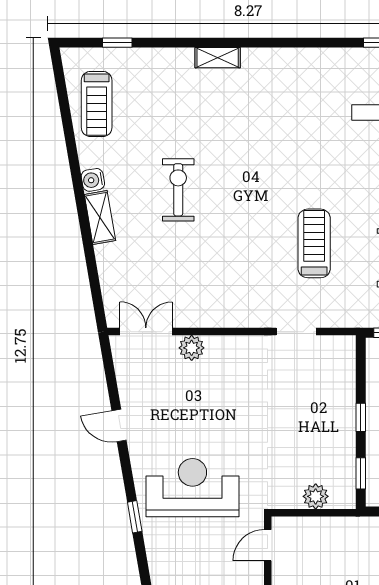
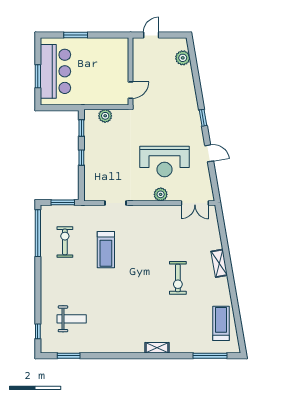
window: (117, 43) -> (210, 356), width x2.17
water cooler: (93, 180) -> (223, 283), removed
plant: (192, 348) -> (161, 194), moved
reception desk: (192, 488) -> (165, 161), moved
window: (135, 517) -> (203, 118), moved

